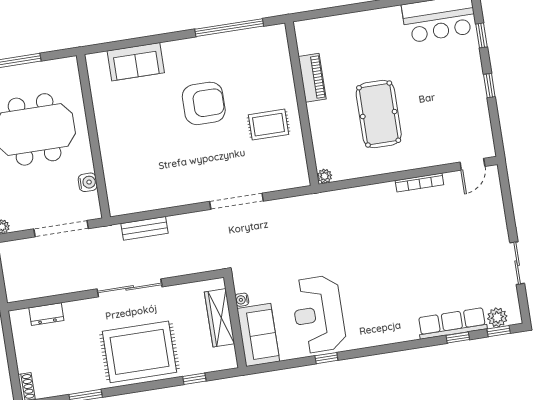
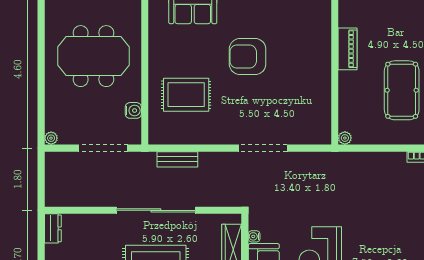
armchair: (204, 103) -> (248, 57), turned 180
rug: (268, 125) -> (186, 95), moved, width x1.36, depth x1.43
sliding door: (130, 288) -> (156, 210), width x1.36
dresser: (46, 314) -> (53, 228), moved, turned -90

